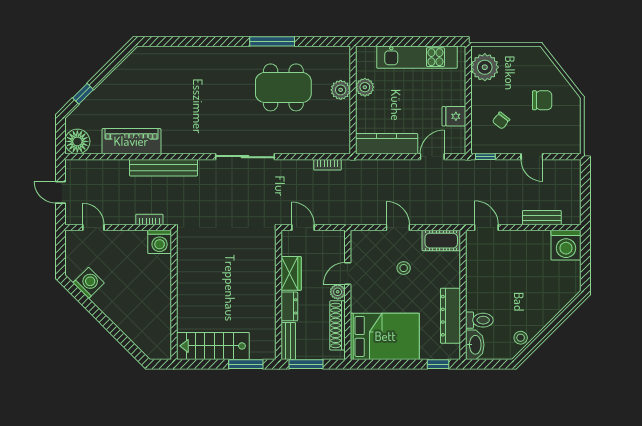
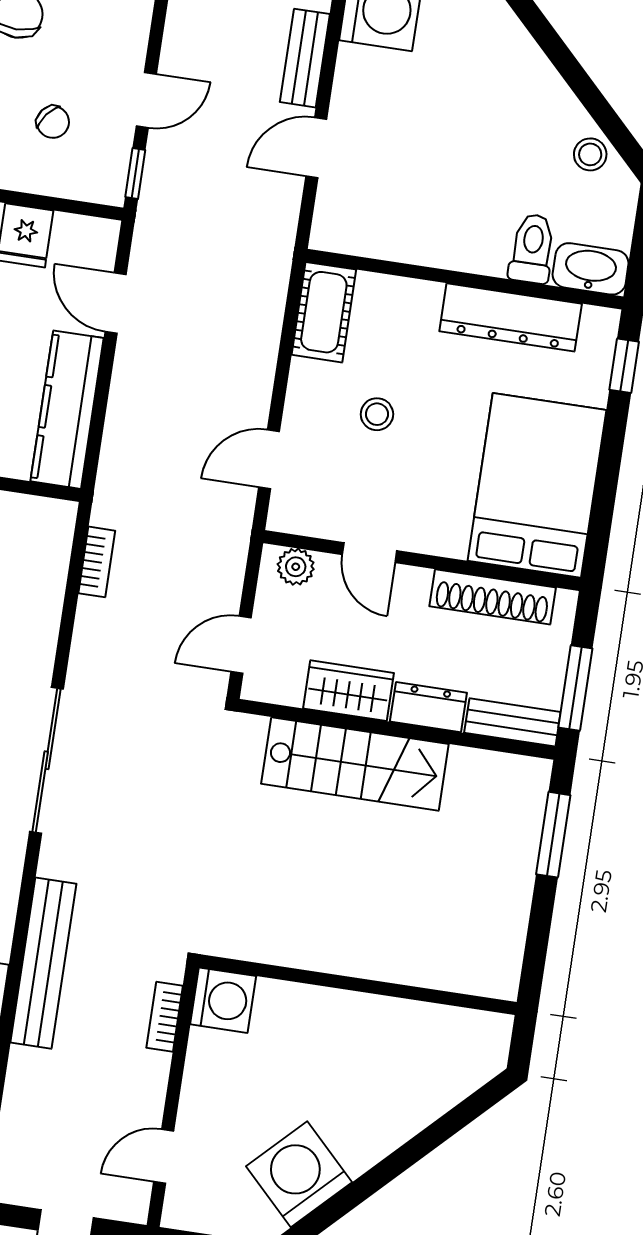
door: (532, 157) -> (146, 100), moved
door: (398, 228) -> (269, 459), moved
door: (486, 228) -> (316, 148), moved
washing machine: (89, 283) -> (299, 1174), width x1.37, depth x1.37
plant: (338, 292) -> (296, 567), moved
stairs: (213, 346) -> (355, 764), moved, turned -90

